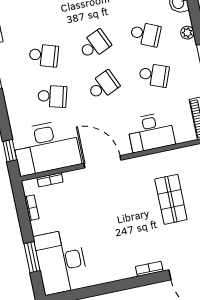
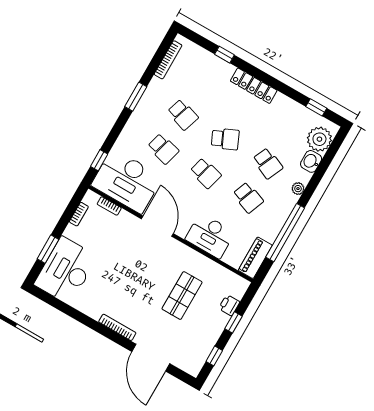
school desk: (103, 86) -> (206, 173), turned 39
bookcase: (149, 269) -> (117, 327), width x1.56

